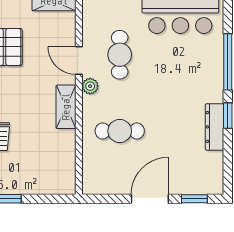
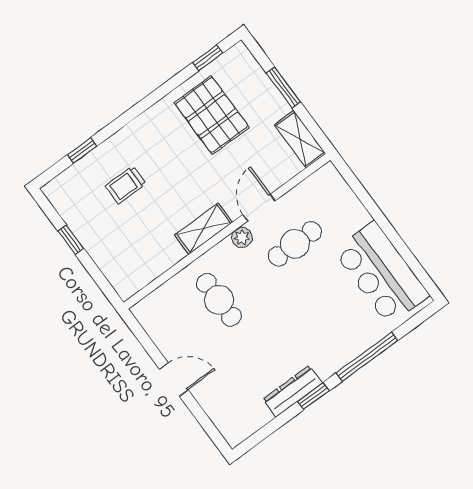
door: (150, 199) -> (174, 379), width x0.73
window: (194, 199) -> (206, 424), removed

